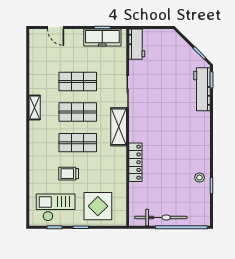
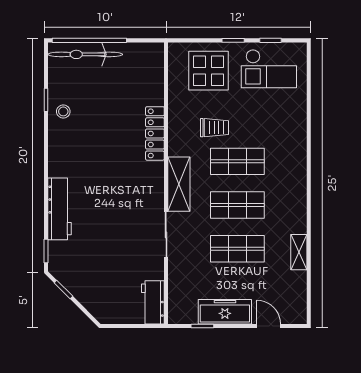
freezer: (102, 37) -> (225, 312), moved
workbench: (202, 89) -> (60, 209), moved
shelving: (35, 107) -> (299, 252), moved
trolley: (69, 174) -> (215, 128), moved
bicycle: (161, 217) -> (85, 54), moved

